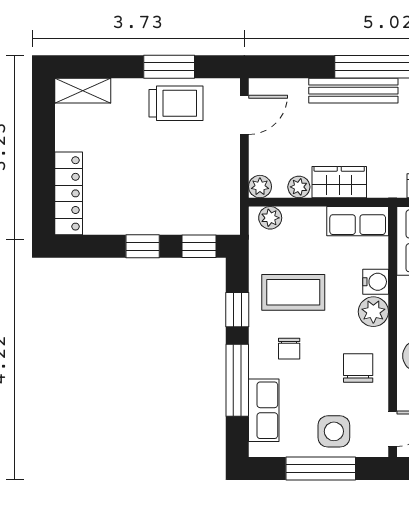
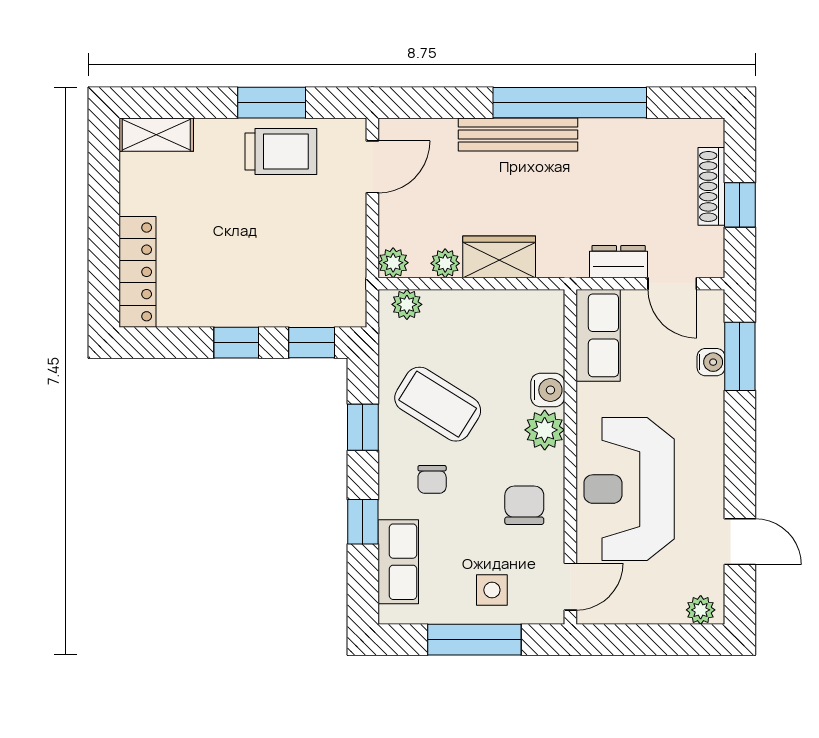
row of seats: (358, 221) -> (524, 309), removed
coffee table: (293, 292) -> (438, 404), turned 32
window: (237, 380) -> (363, 522), width x0.46
side table: (334, 431) -> (492, 590), width x0.73, depth x0.73

